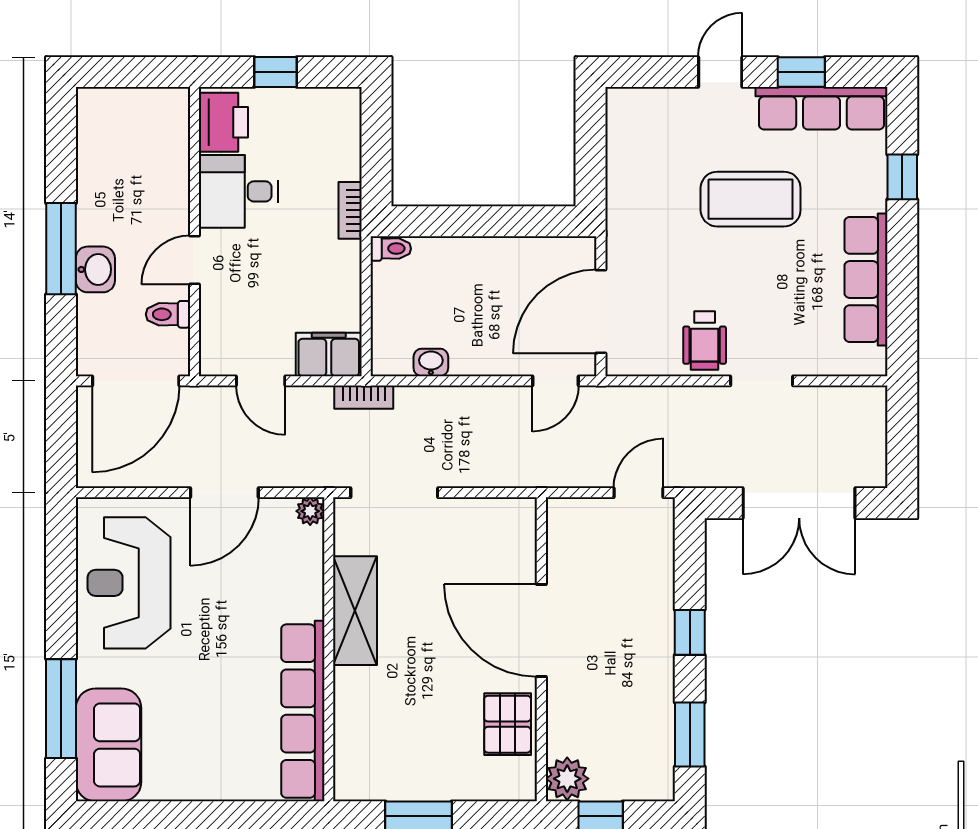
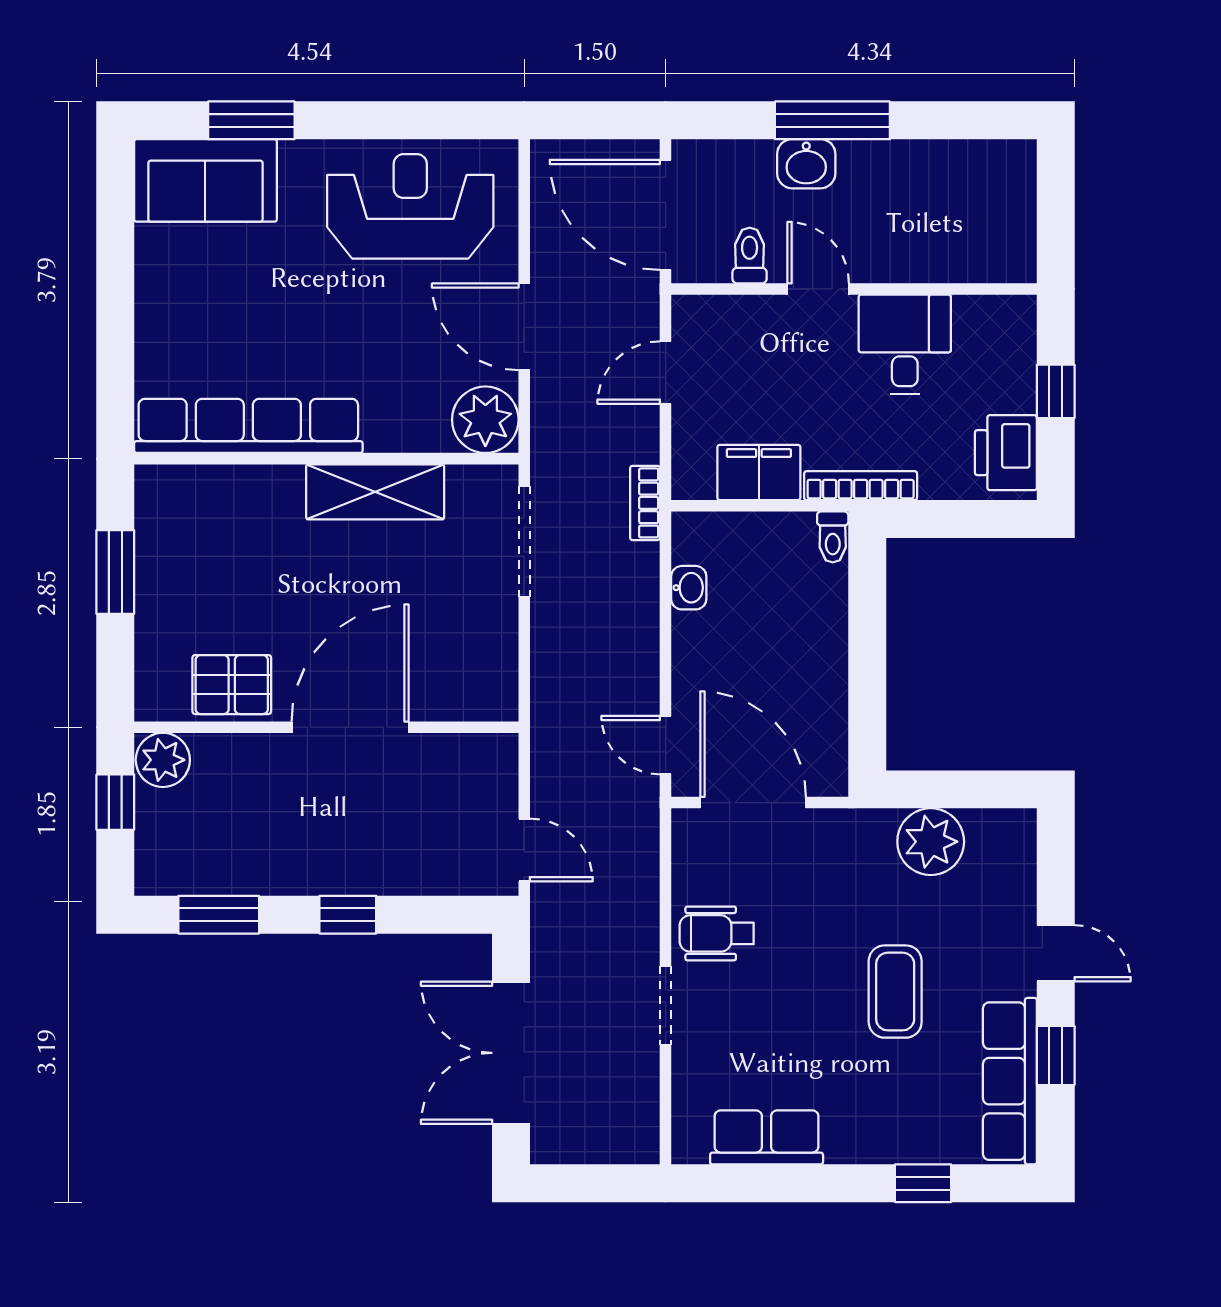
printer: (223, 122) -> (1006, 453), moved, turned 90
plant: (632, 171) -> (931, 842), added
coffee table: (751, 199) -> (895, 992), width x0.73, depth x0.76
bookcase: (350, 210) -> (861, 486), width x1.56
row of seats: (866, 280) -> (767, 1137), width x0.68
filing cabinet: (329, 354) -> (759, 472), moved, turned -90
plant: (310, 511) -> (485, 420), width x1.88, depth x1.88
window: (61, 709) -> (251, 120), width x0.69

